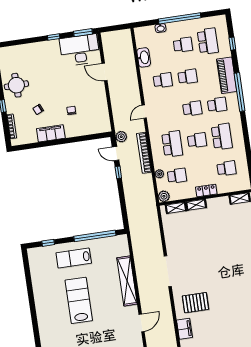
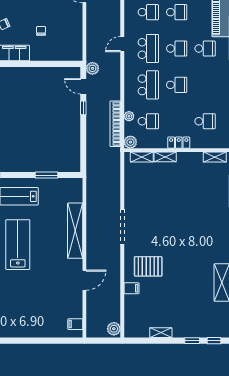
school desk: (222, 137) -> (148, 49), moved
bookcase: (144, 153) -> (115, 124), moved
window: (95, 236) -> (46, 175), width x0.47
filing cabinet: (184, 329) -> (131, 288), width x0.50

